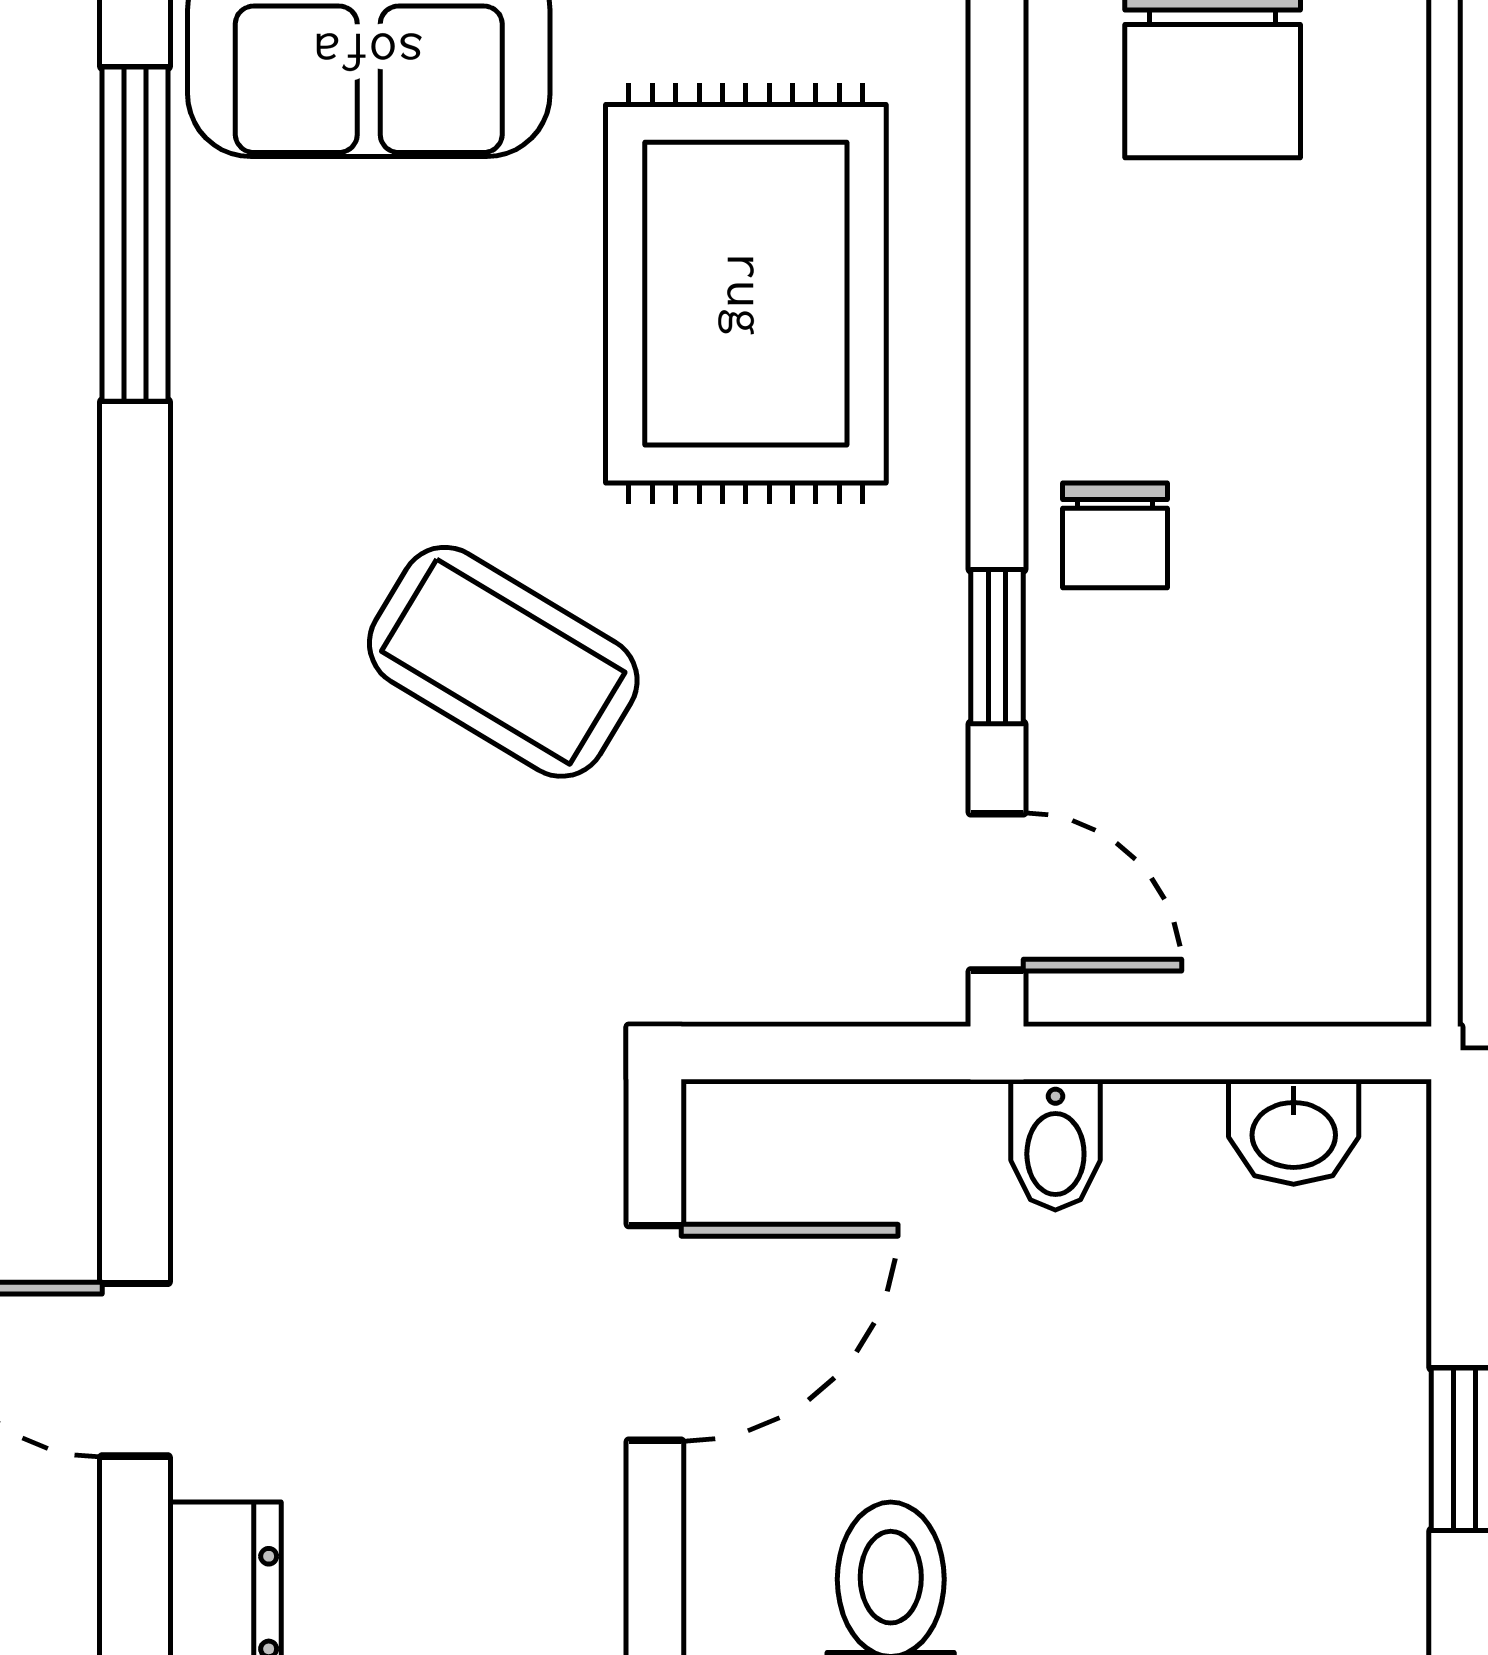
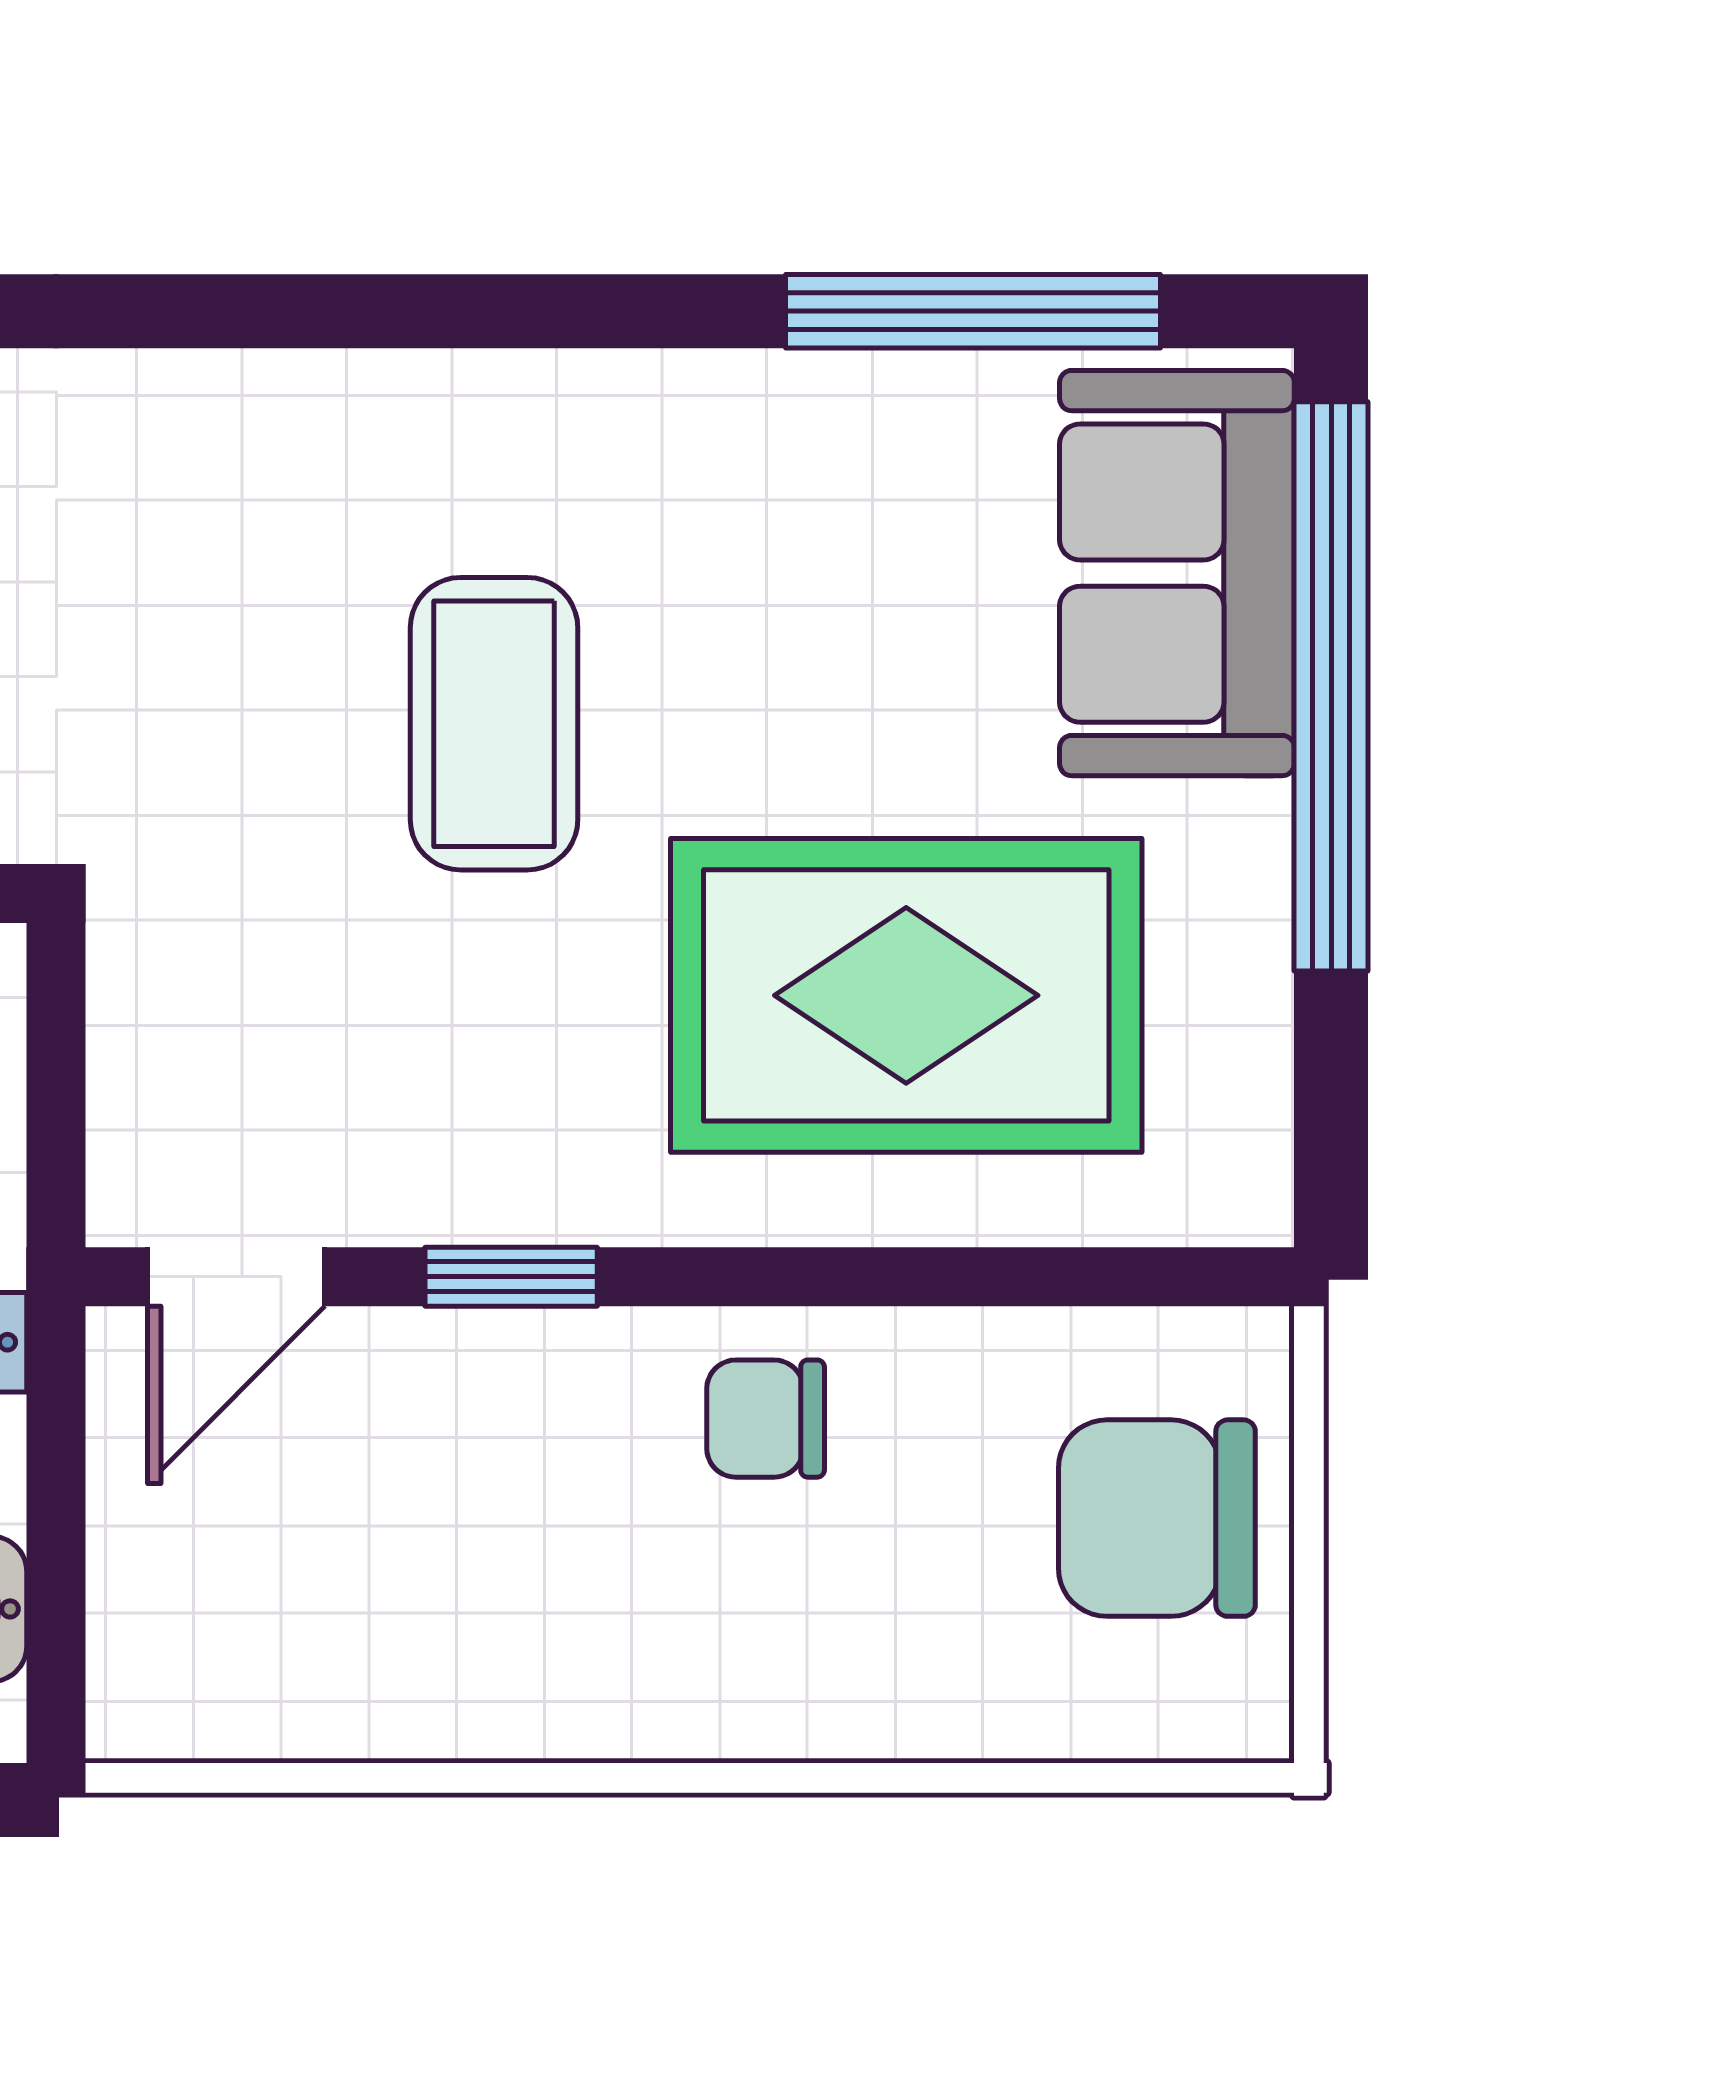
chair: (1115, 535) -> (766, 1419), moved
coffee table: (503, 662) -> (494, 724), turned -31

